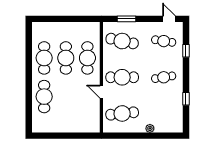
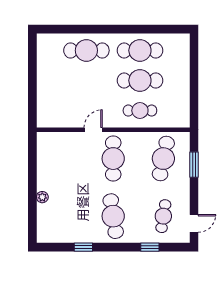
cafe table: (87, 58) -> (140, 111), width x0.73, depth x0.74
cafe table: (164, 77) -> (113, 216), width x1.37, depth x1.35
cafe table: (122, 113) -> (63, 159), removed

